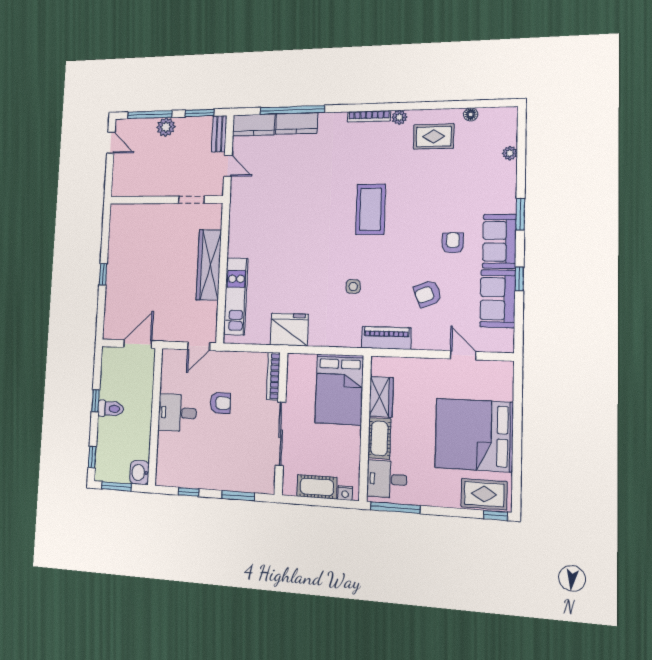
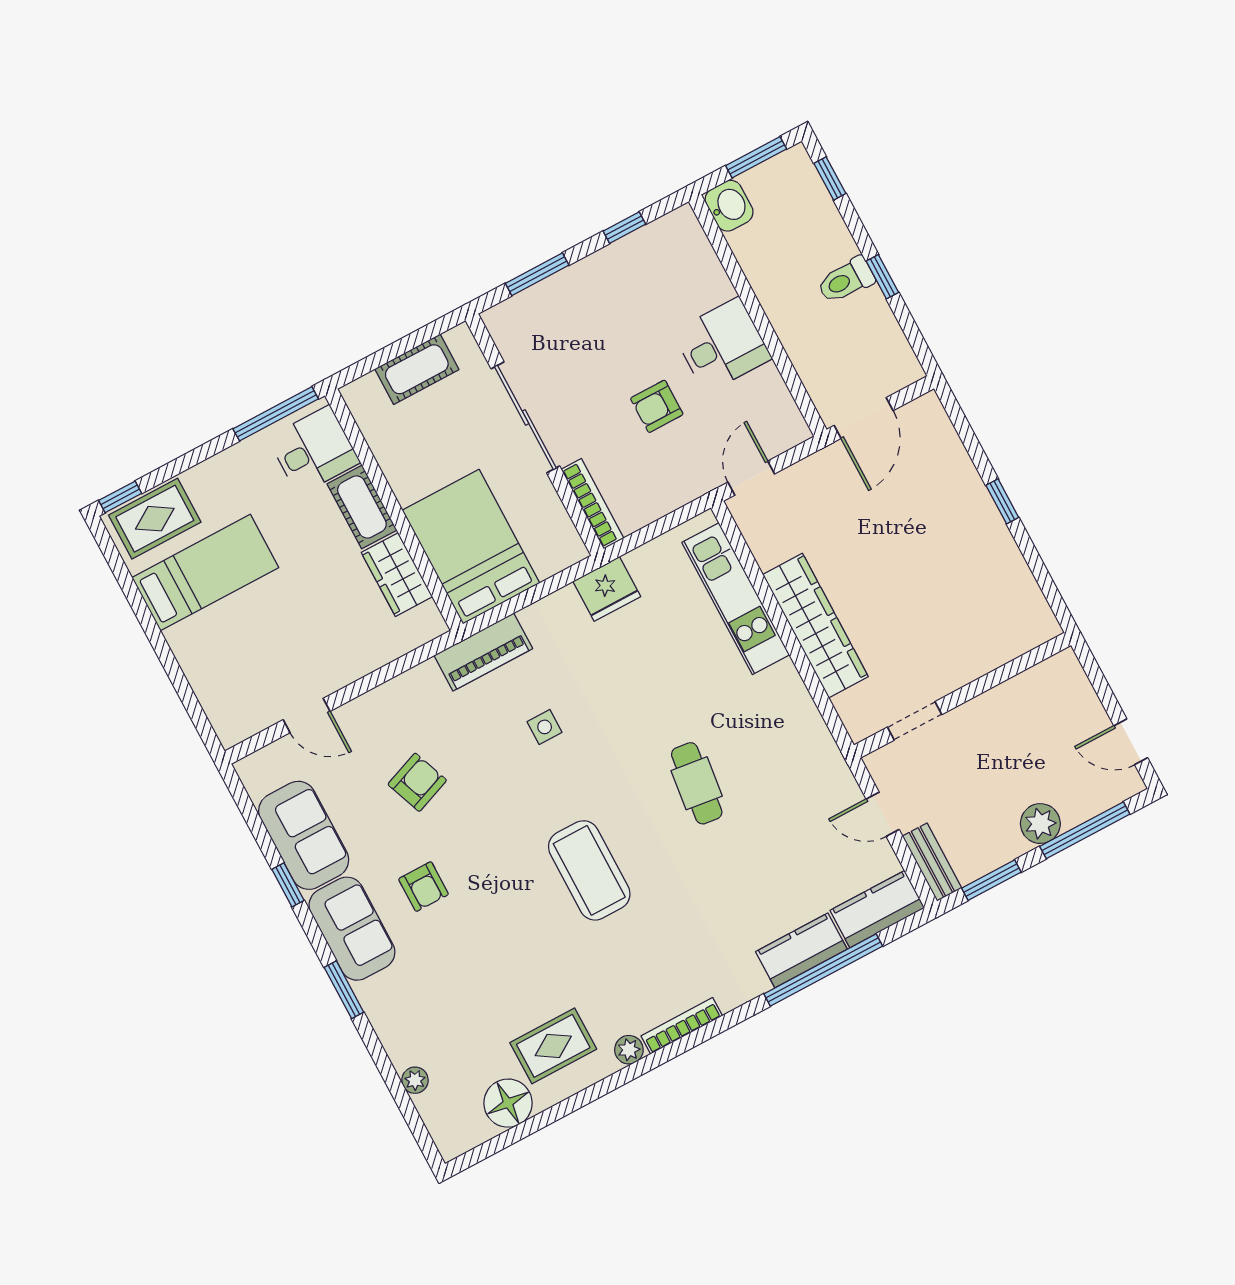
floor lamp: (471, 114) -> (508, 1103), width x1.89, depth x1.89
cafe table: (300, 223) -> (697, 783), added
fridge: (289, 330) -> (607, 589), width x0.73, depth x0.75
piano: (386, 338) -> (483, 652), moved
bed: (474, 435) -> (205, 573), width x0.49
nightstand: (345, 493) -> (366, 388), removed

